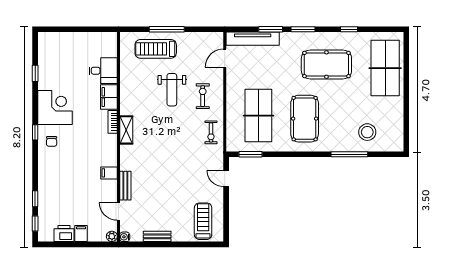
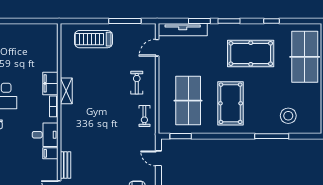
window: (167, 29) -> (125, 21), moved
desk: (103, 71) -> (45, 135), moved
weight bench: (172, 90) -> (108, 77), removed
shelving: (126, 130) -> (66, 91), moved

